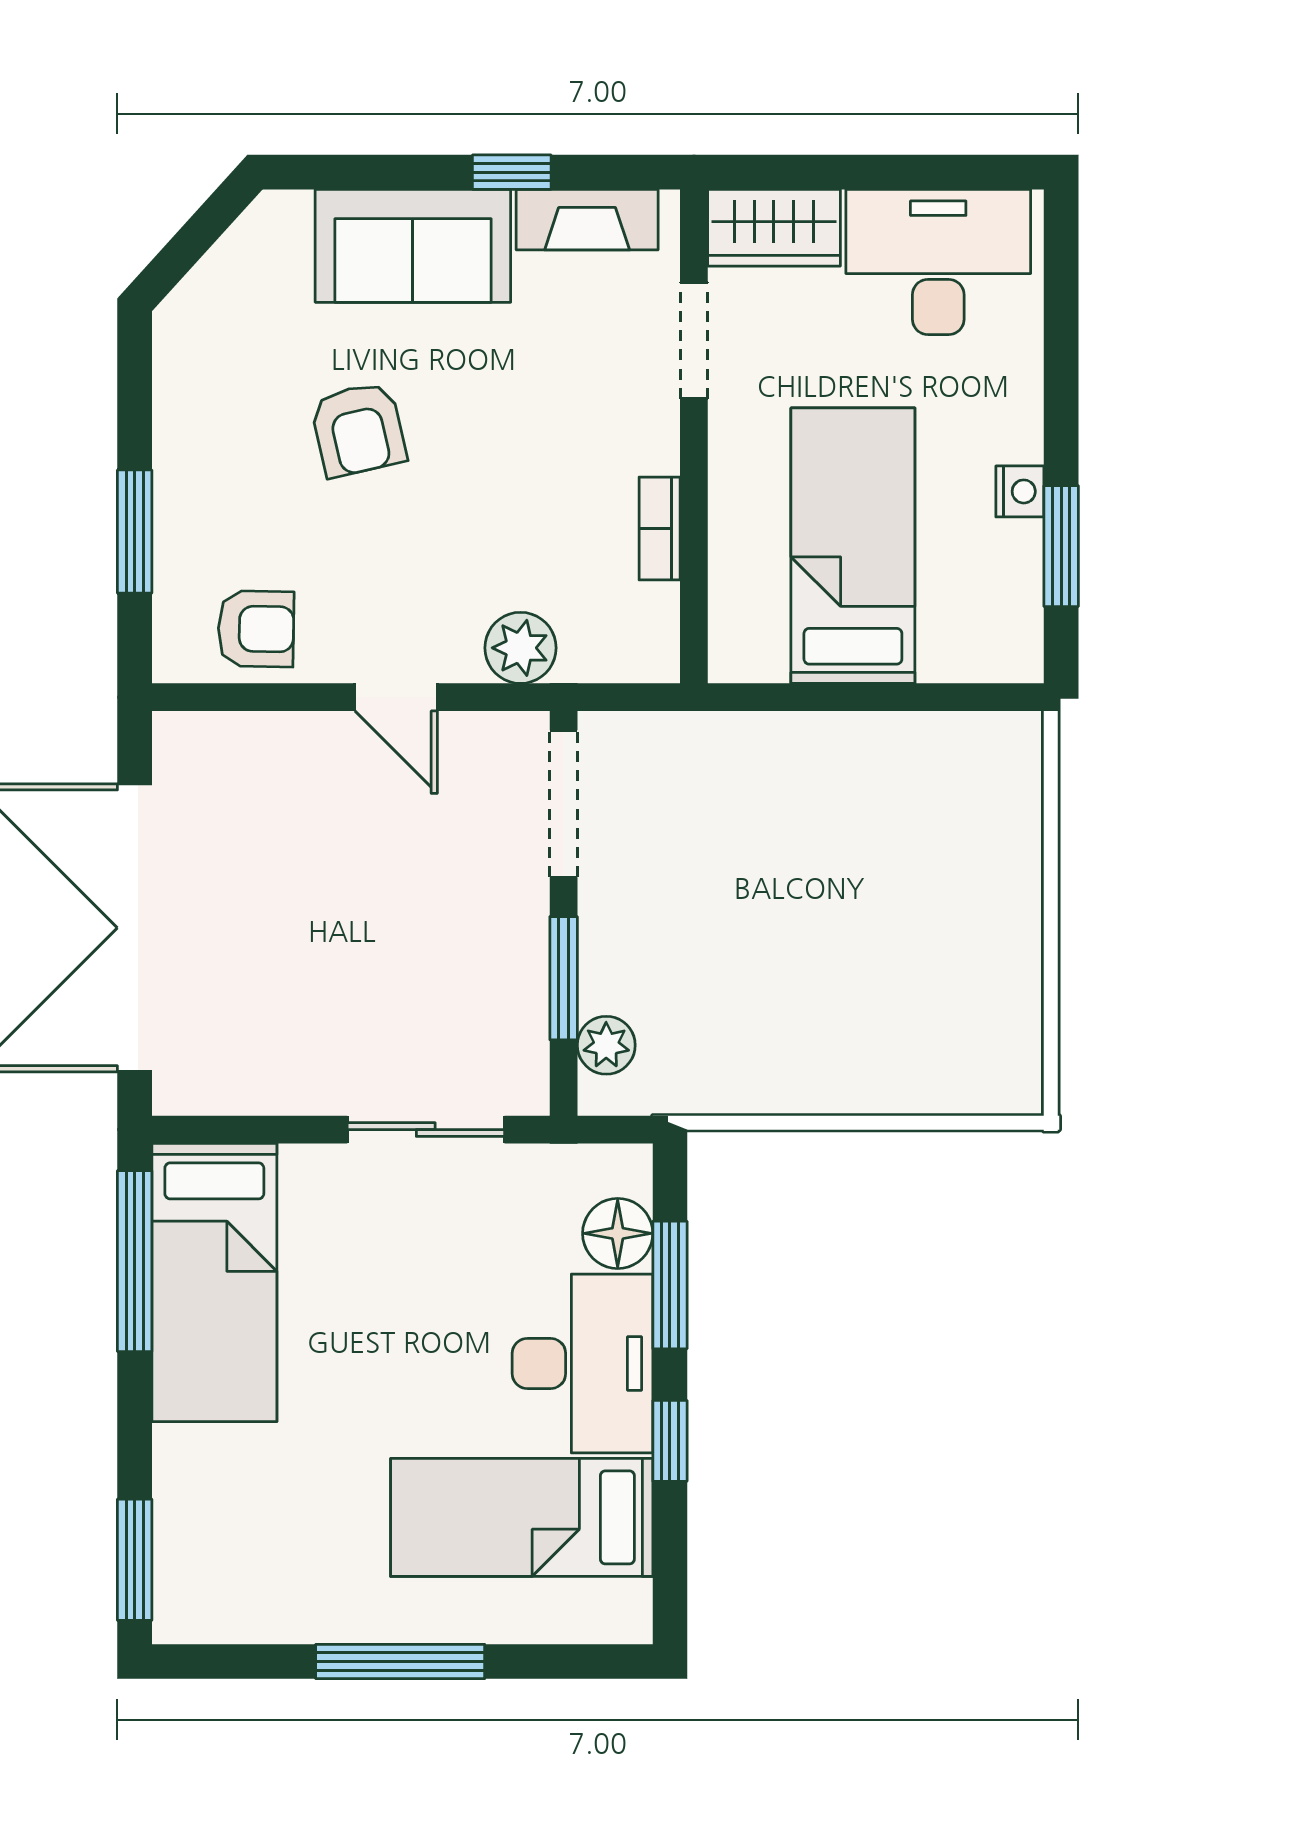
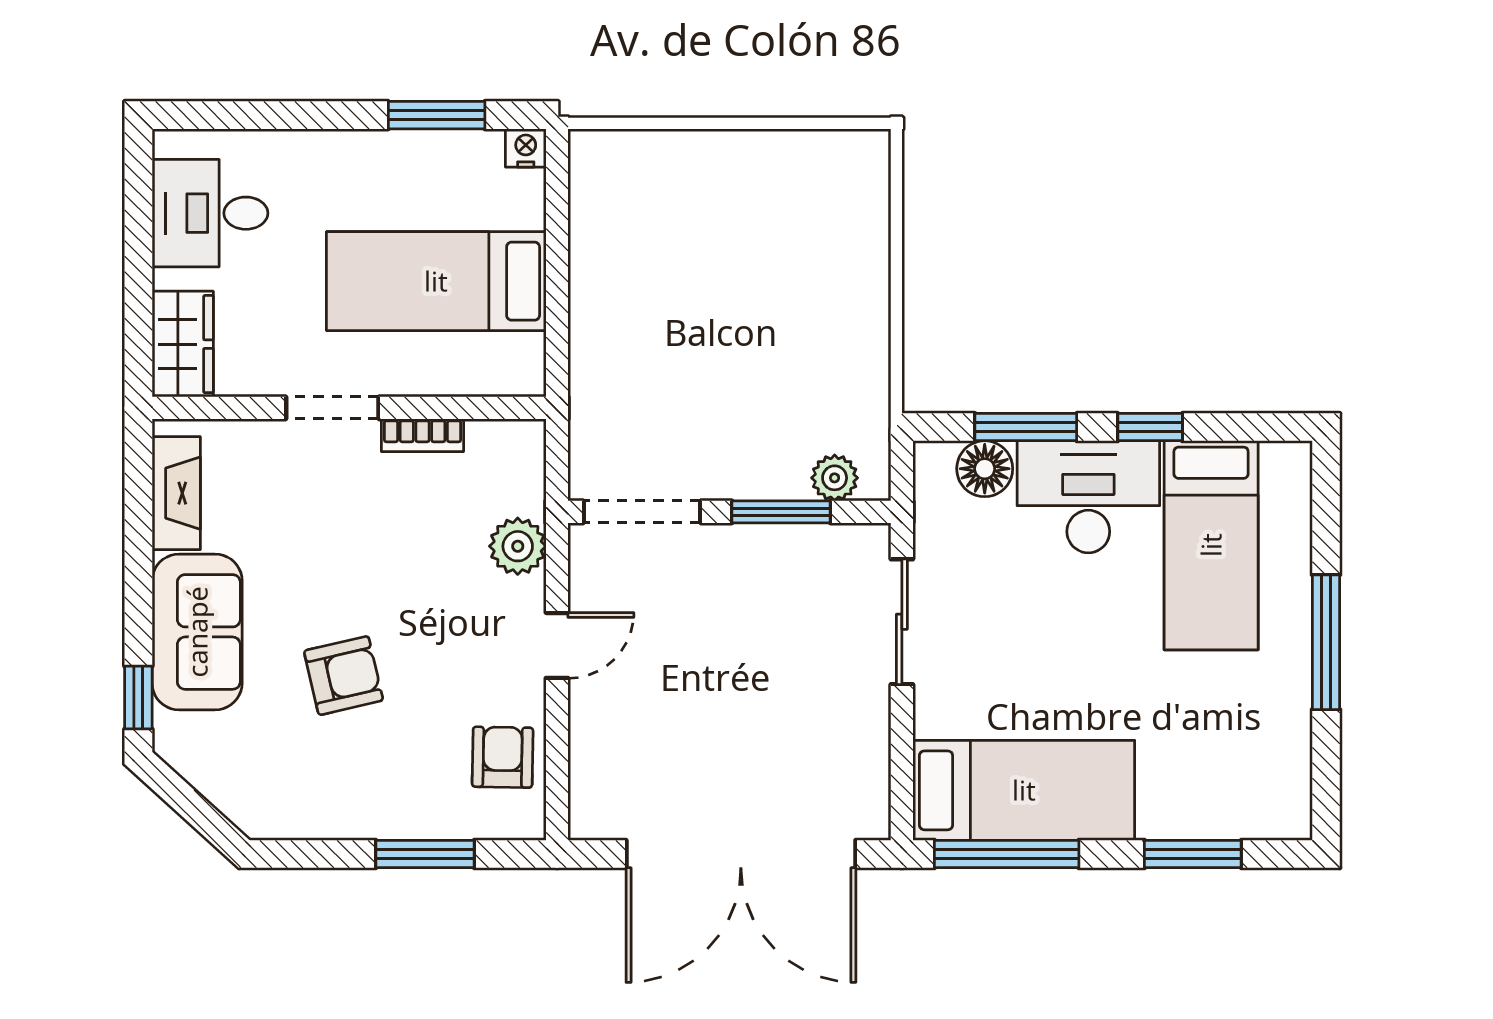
window: (512, 172) -> (138, 698), moved
desk: (938, 262) -> (210, 213), width x0.73
doorway: (694, 340) -> (332, 408), moved
nightstand: (1020, 491) -> (526, 148), moved
window: (135, 1560) -> (1193, 854), moved

